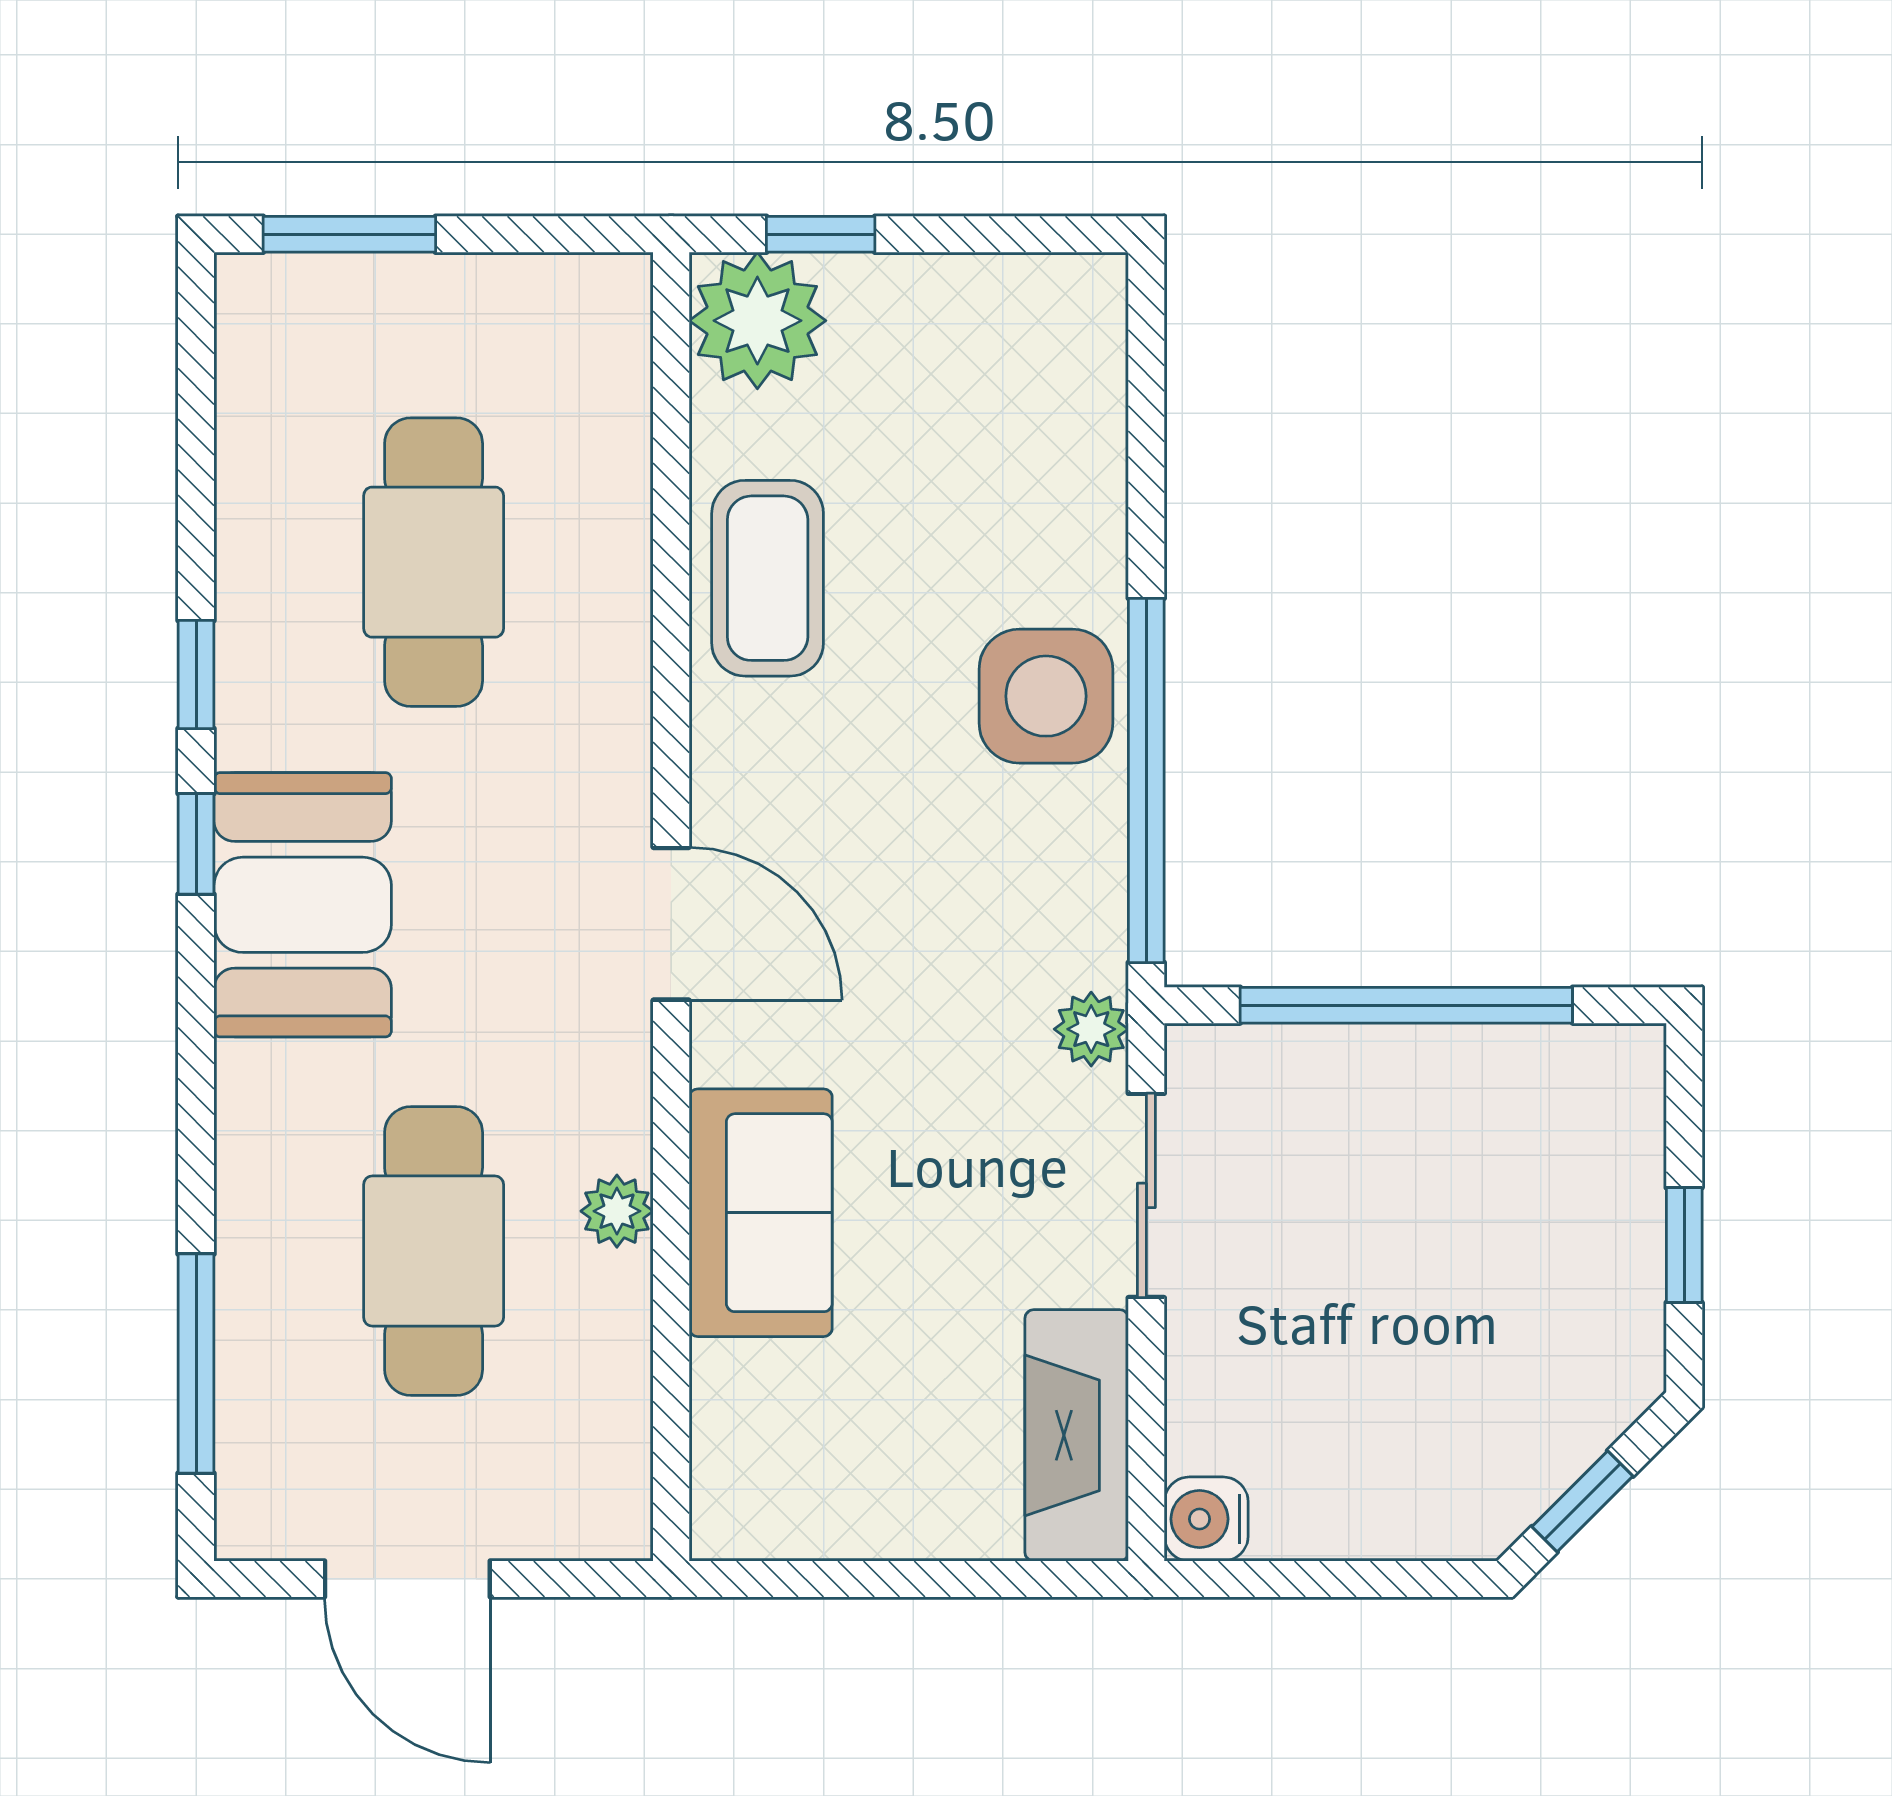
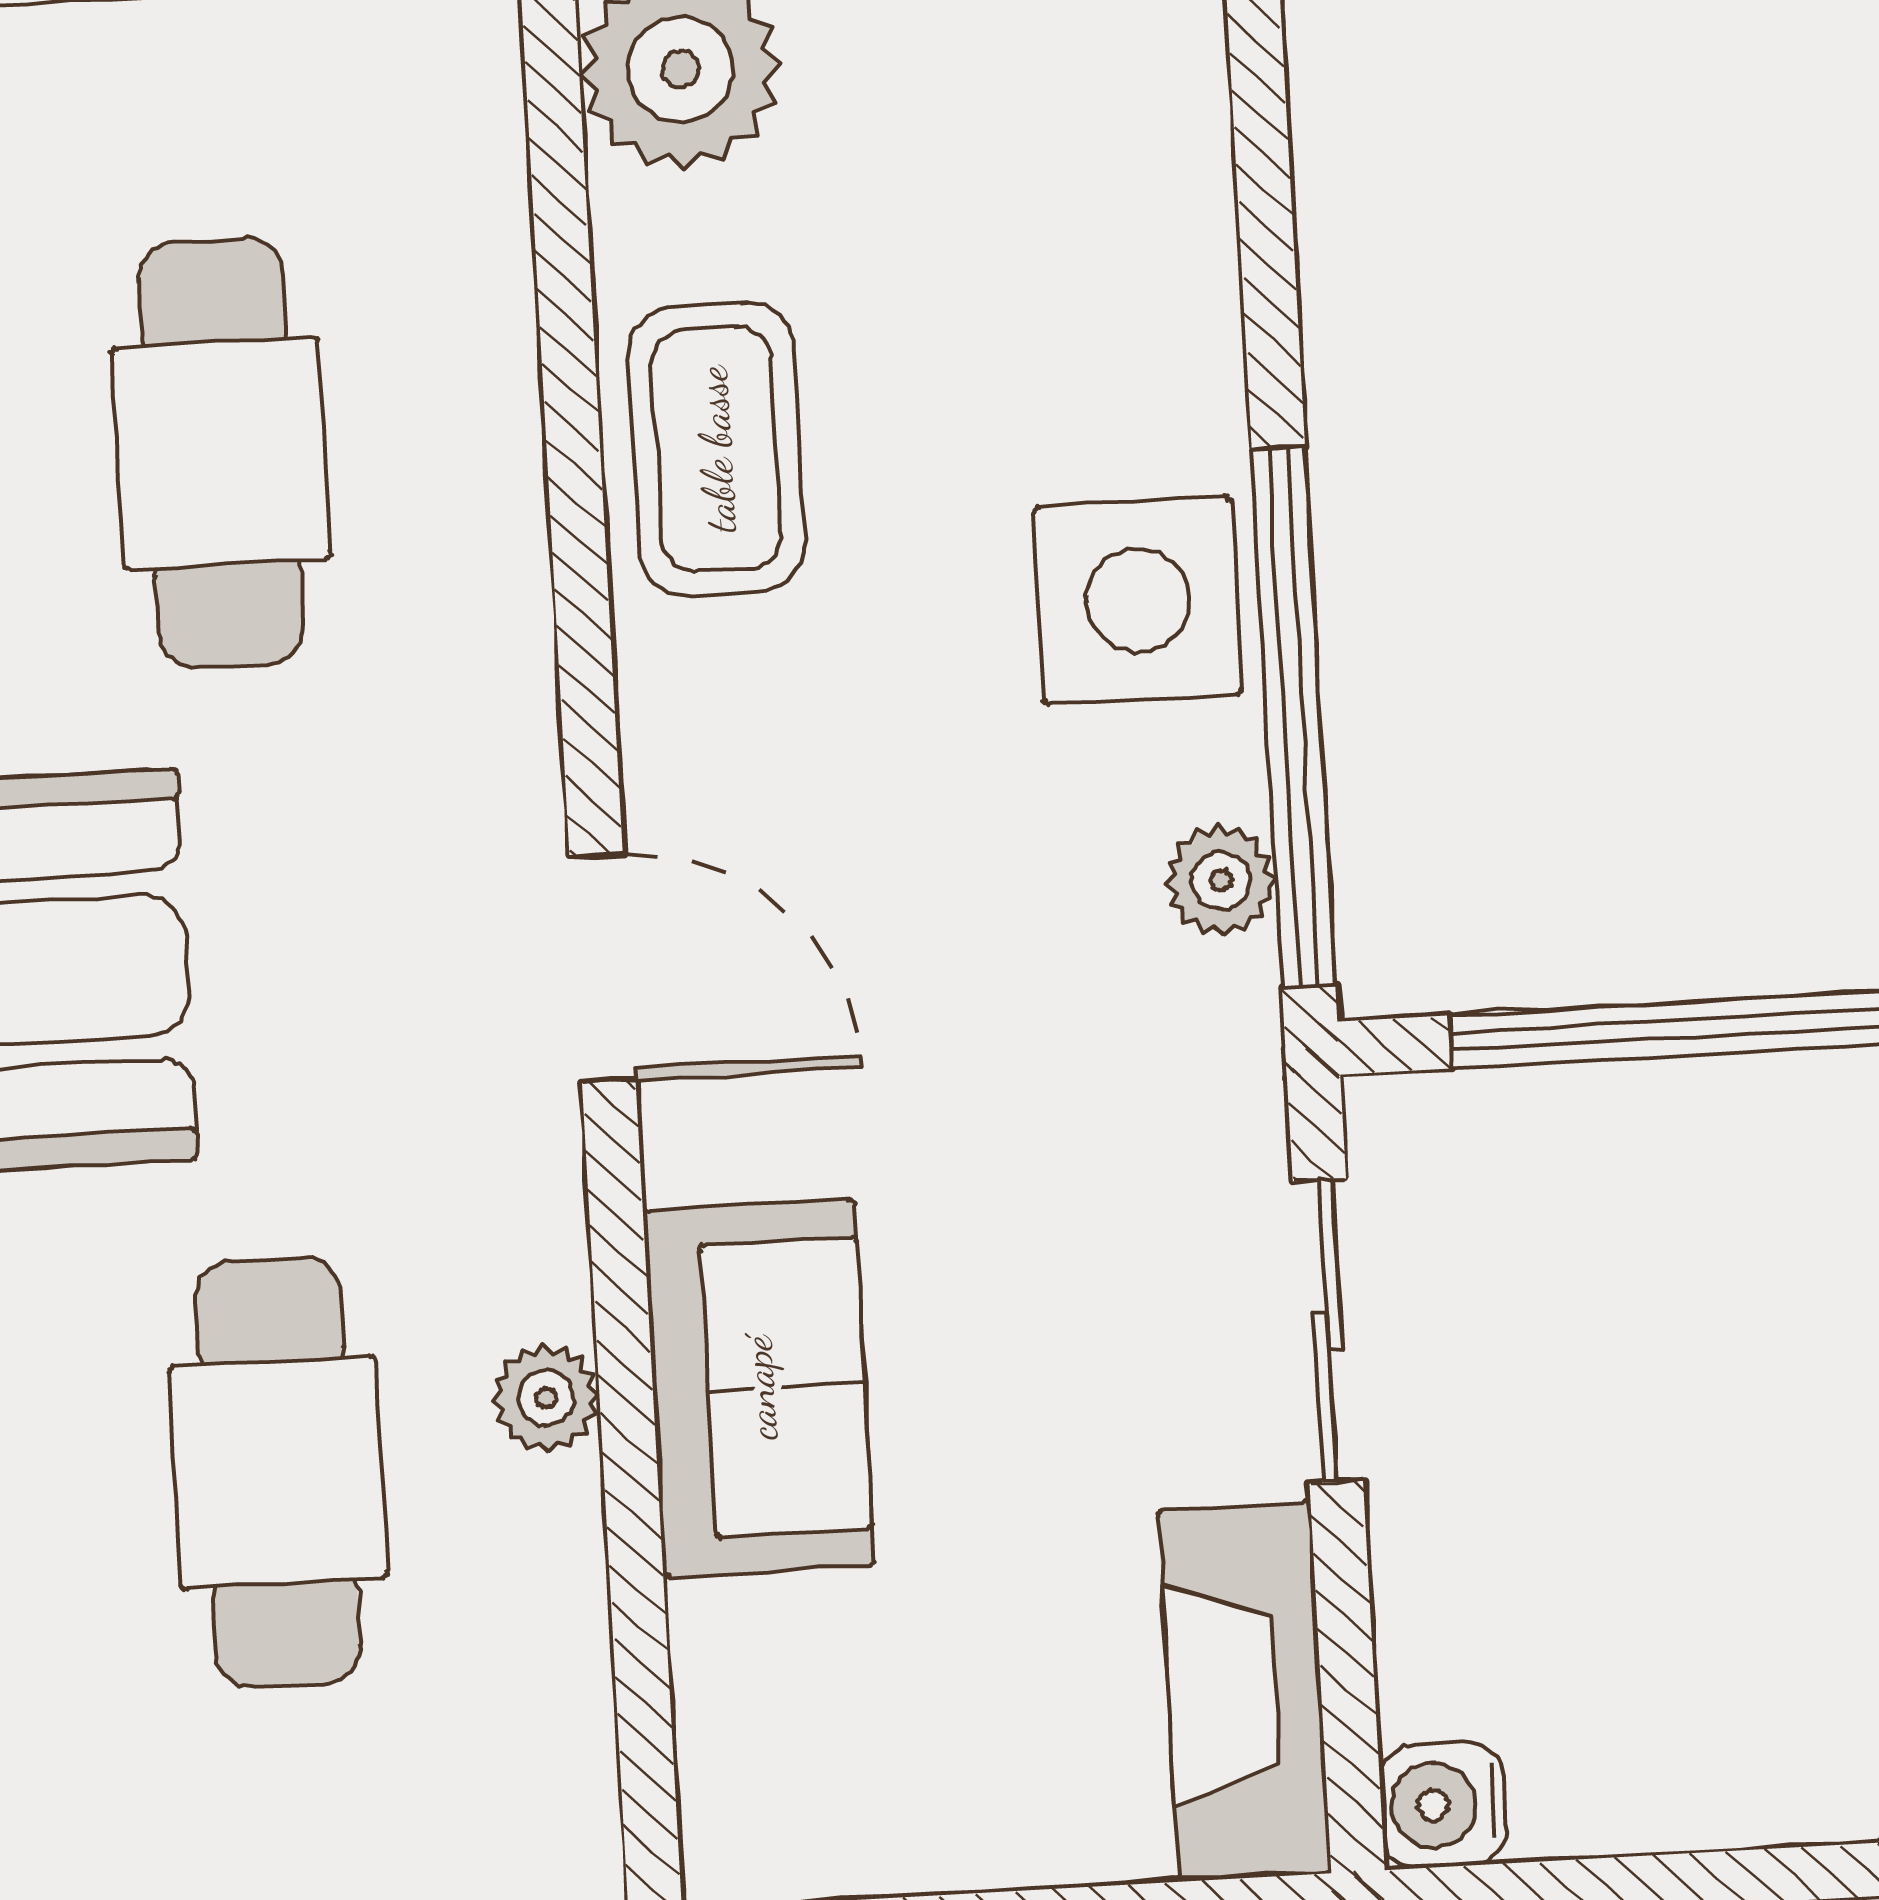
plant: (1091, 1029) -> (1221, 881), moved

